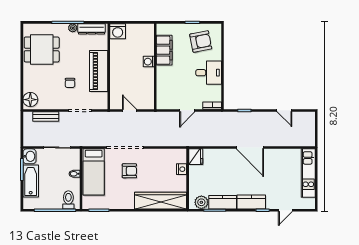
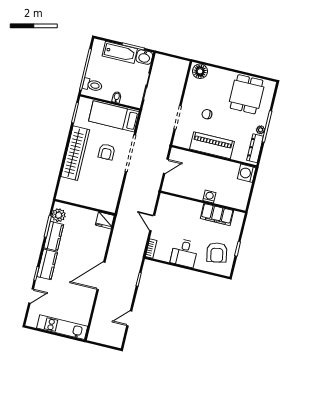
bench: (46, 117) -> (180, 82), removed
nightstand: (182, 169) -> (96, 203), removed
wardrobe: (161, 201) -> (75, 153), moved
door: (285, 210) -> (31, 296), swing flipped

